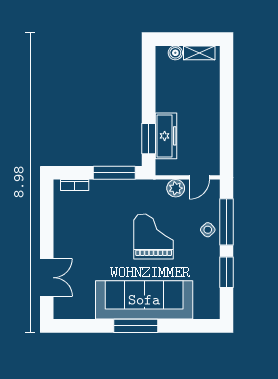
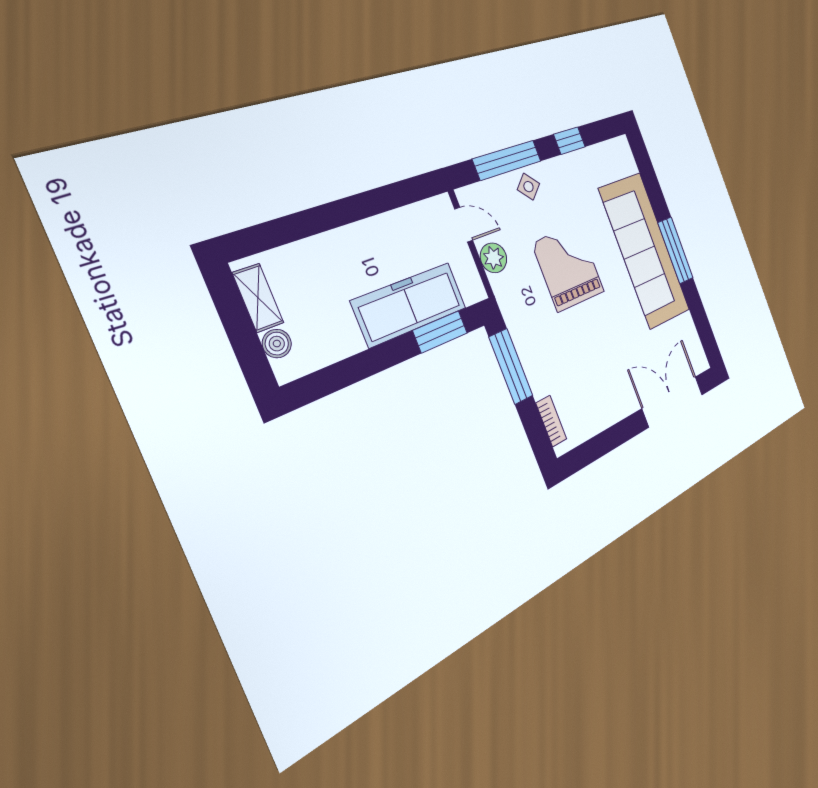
freezer: (166, 136) -> (410, 304), width x1.36, depth x1.26
grand piano: (154, 236) -> (568, 267), turned 90
window: (227, 272) -> (569, 141), width x0.67
double door: (47, 278) -> (673, 402), width x1.37

